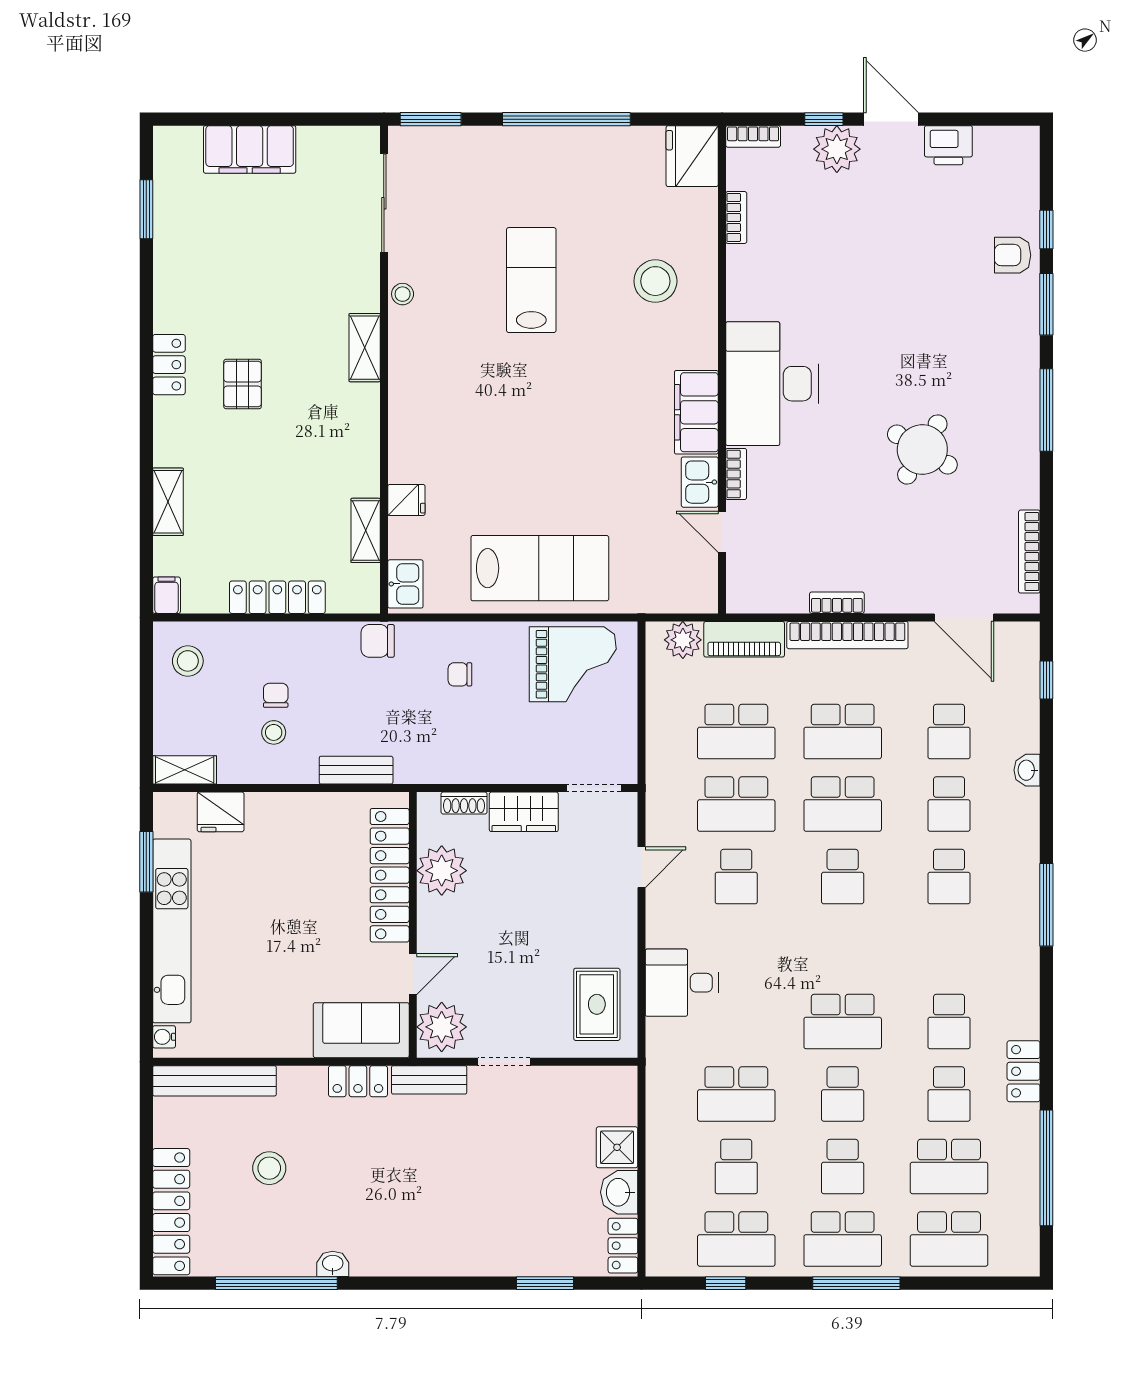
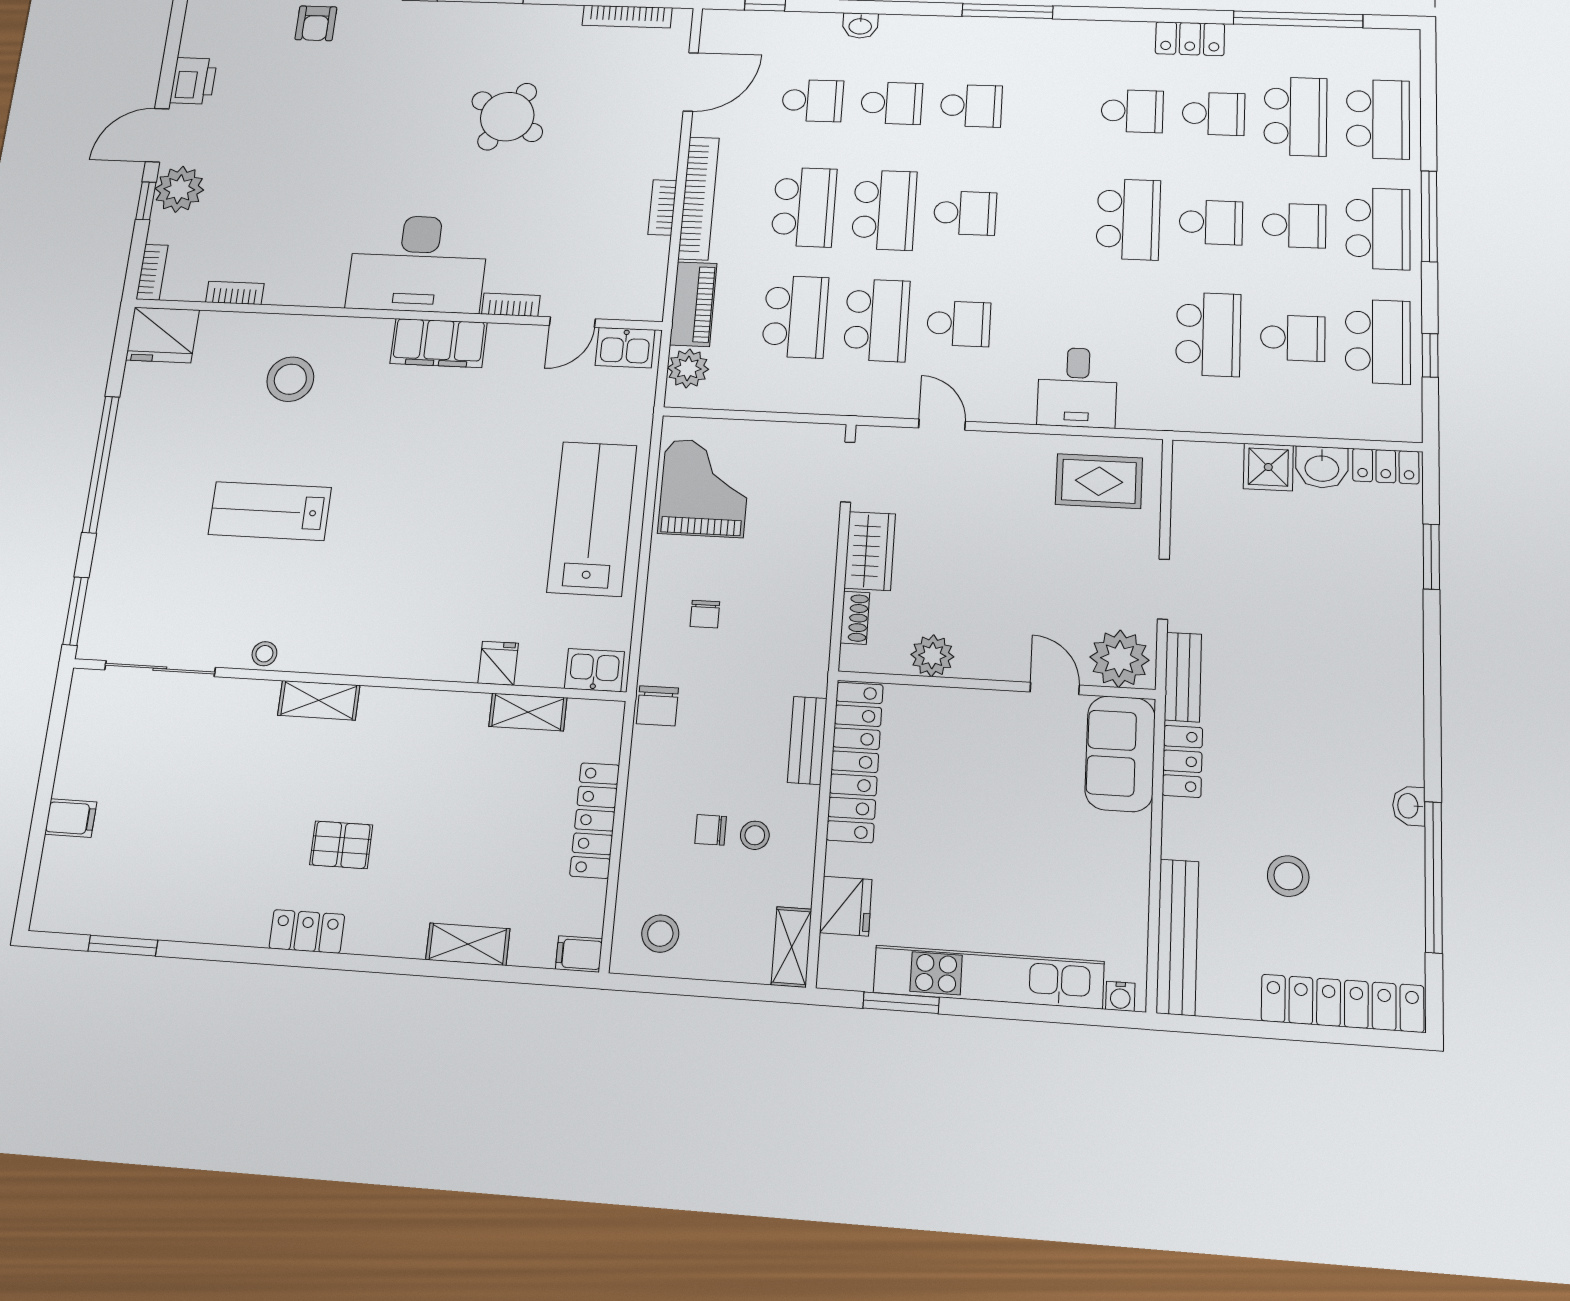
filing cabinet: (250, 149) -> (71, 818), width x0.33, depth x0.86
kitchen sink: (700, 482) -> (625, 348), moved
plant: (442, 871) -> (932, 656), width x0.73, depth x0.73
locker: (390, 875) -> (855, 762), moved, turned -90

